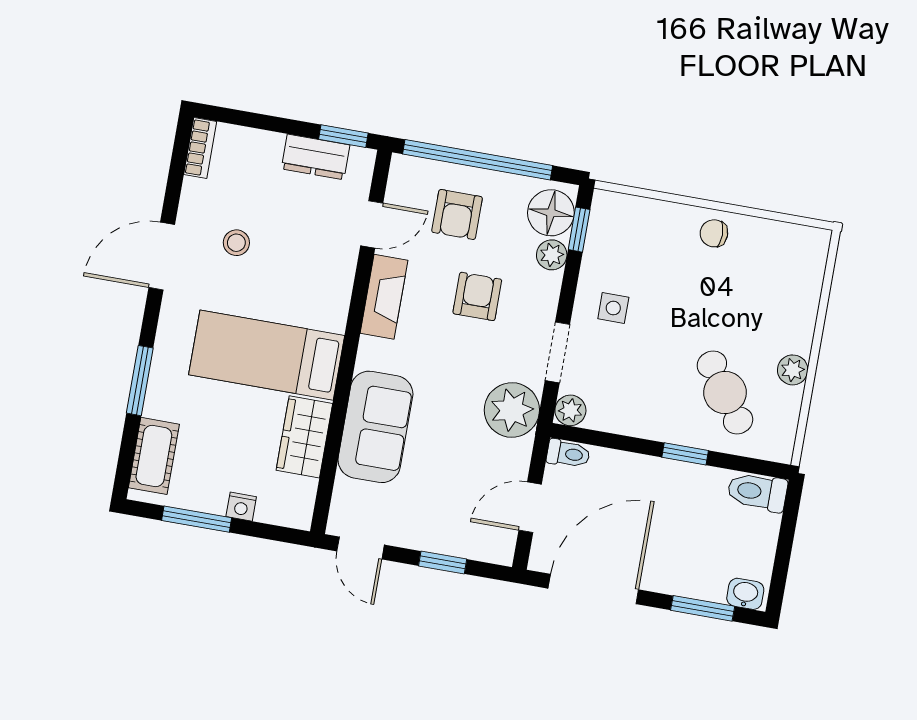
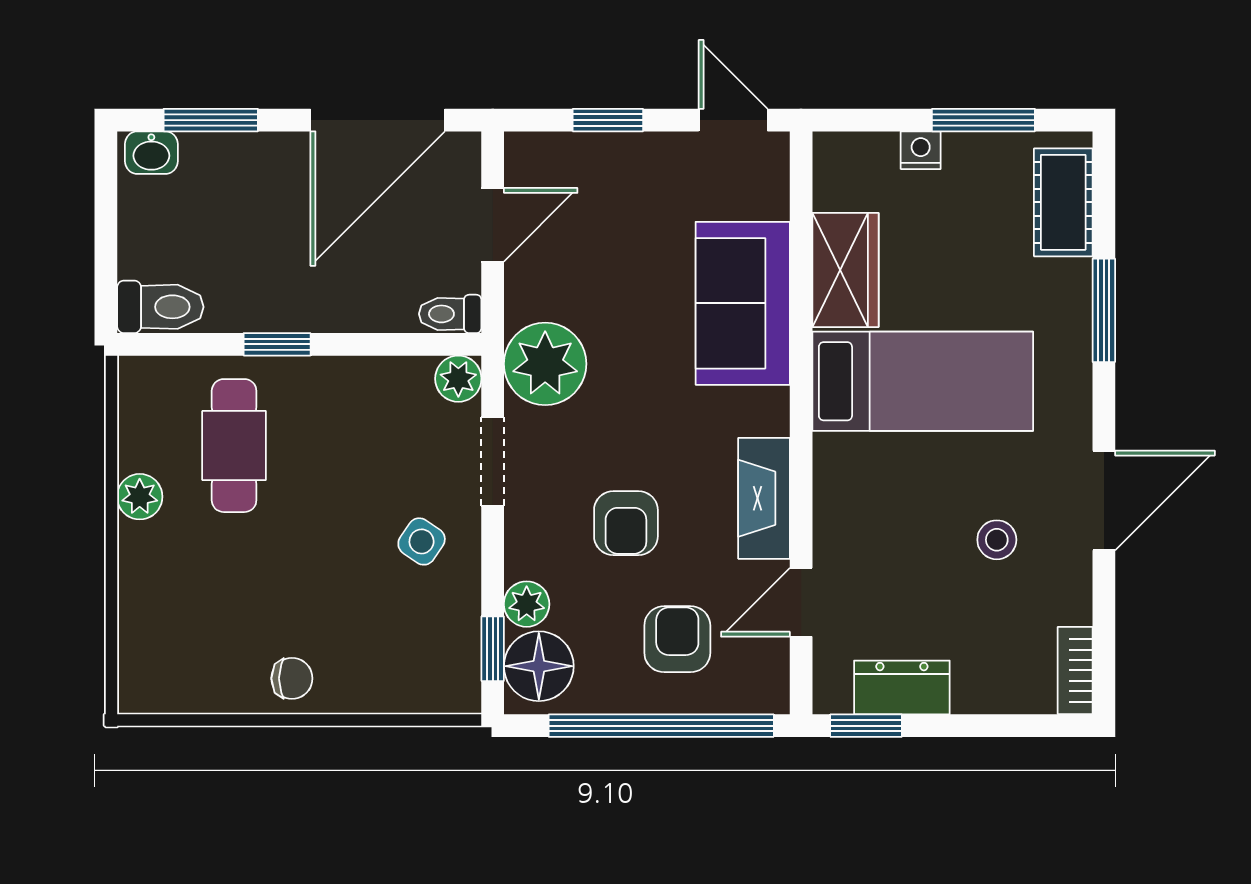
side table: (613, 308) -> (422, 541), turned 34
cafe table: (725, 392) -> (234, 446), turned 35

